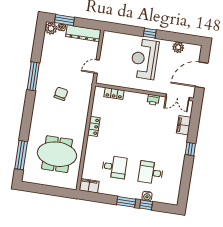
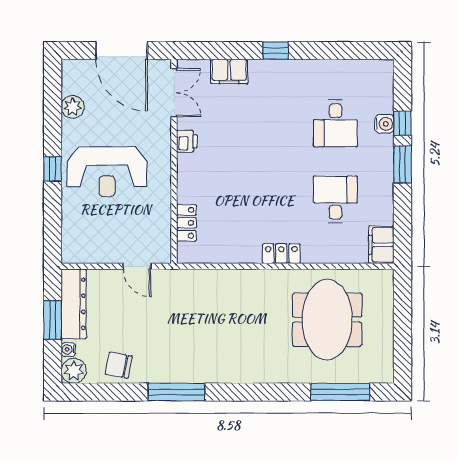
window: (65, 20) -> (53, 320), moved
chair: (61, 94) -> (119, 365), moved
locker: (94, 126) -> (281, 254), moved

